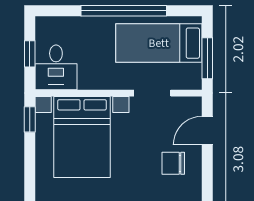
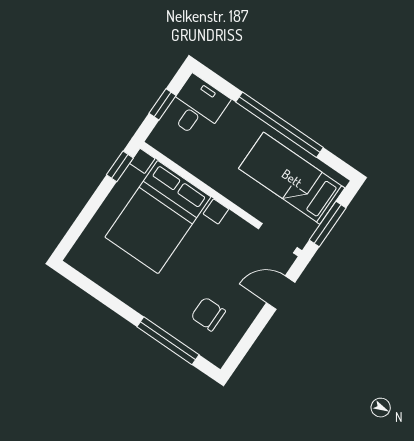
desk: (56, 67) -> (197, 107), moved, turned 180
doorway: (152, 93) -> (278, 238), moved
chair: (173, 163) -> (208, 314), moved

